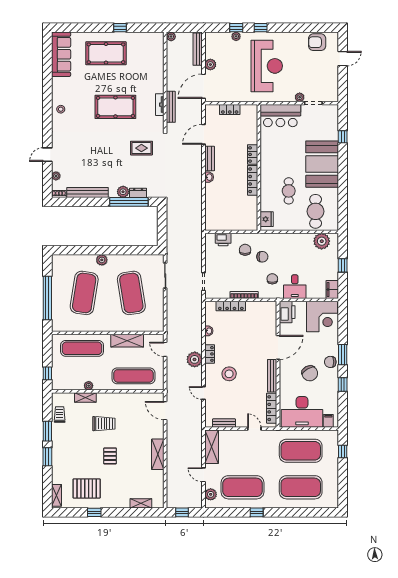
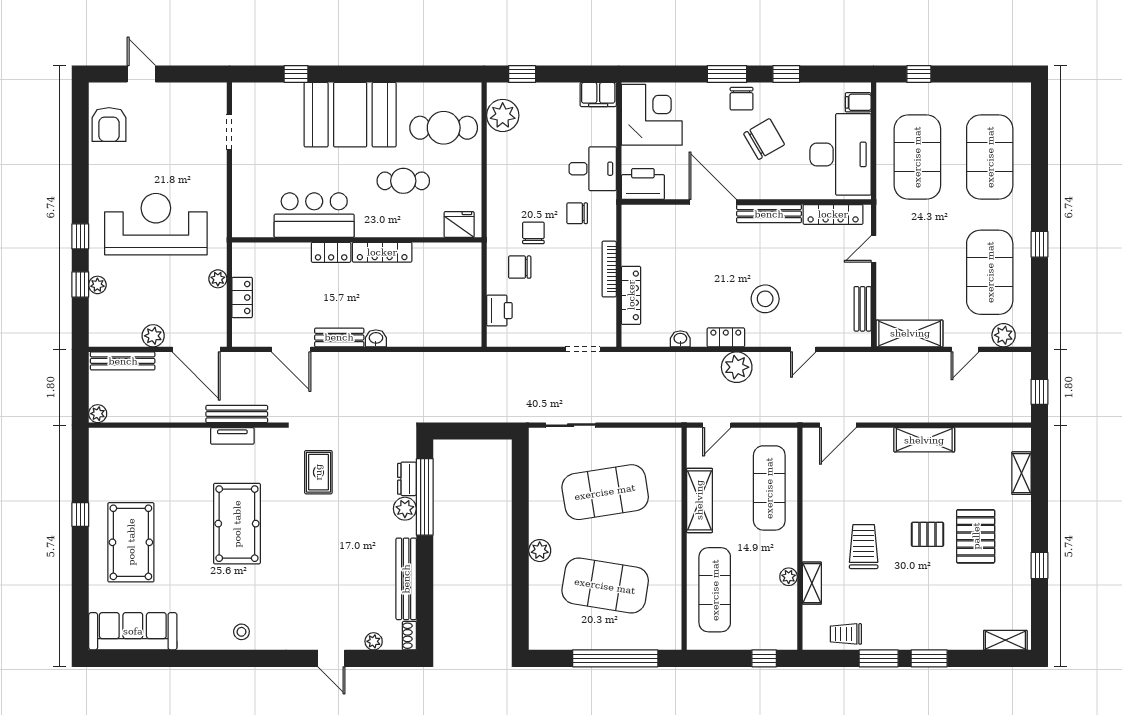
plant: (300, 97) -> (218, 279), moved
bar counter: (280, 116) -> (314, 215), moved, turned -90
window: (343, 265) -> (522, 74), moved
pallet: (87, 488) -> (976, 536), moved

